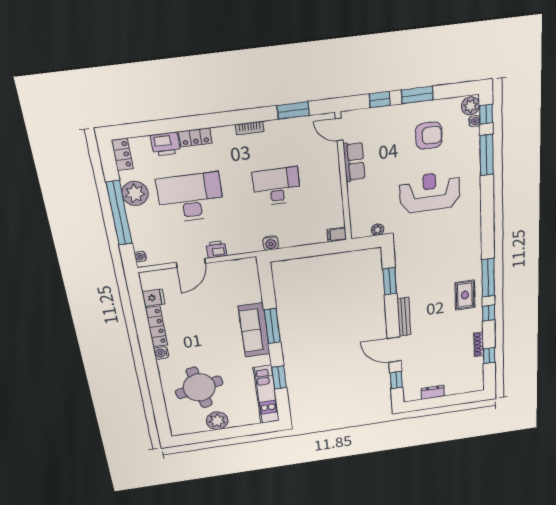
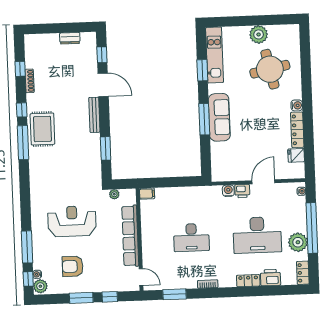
row of seats: (354, 162) -> (130, 236), width x2.02
reception desk: (430, 192) -> (72, 221), turned 180
water cooler: (271, 243) -> (228, 191), moved
rug: (465, 295) -> (42, 129), width x1.36, depth x1.43

